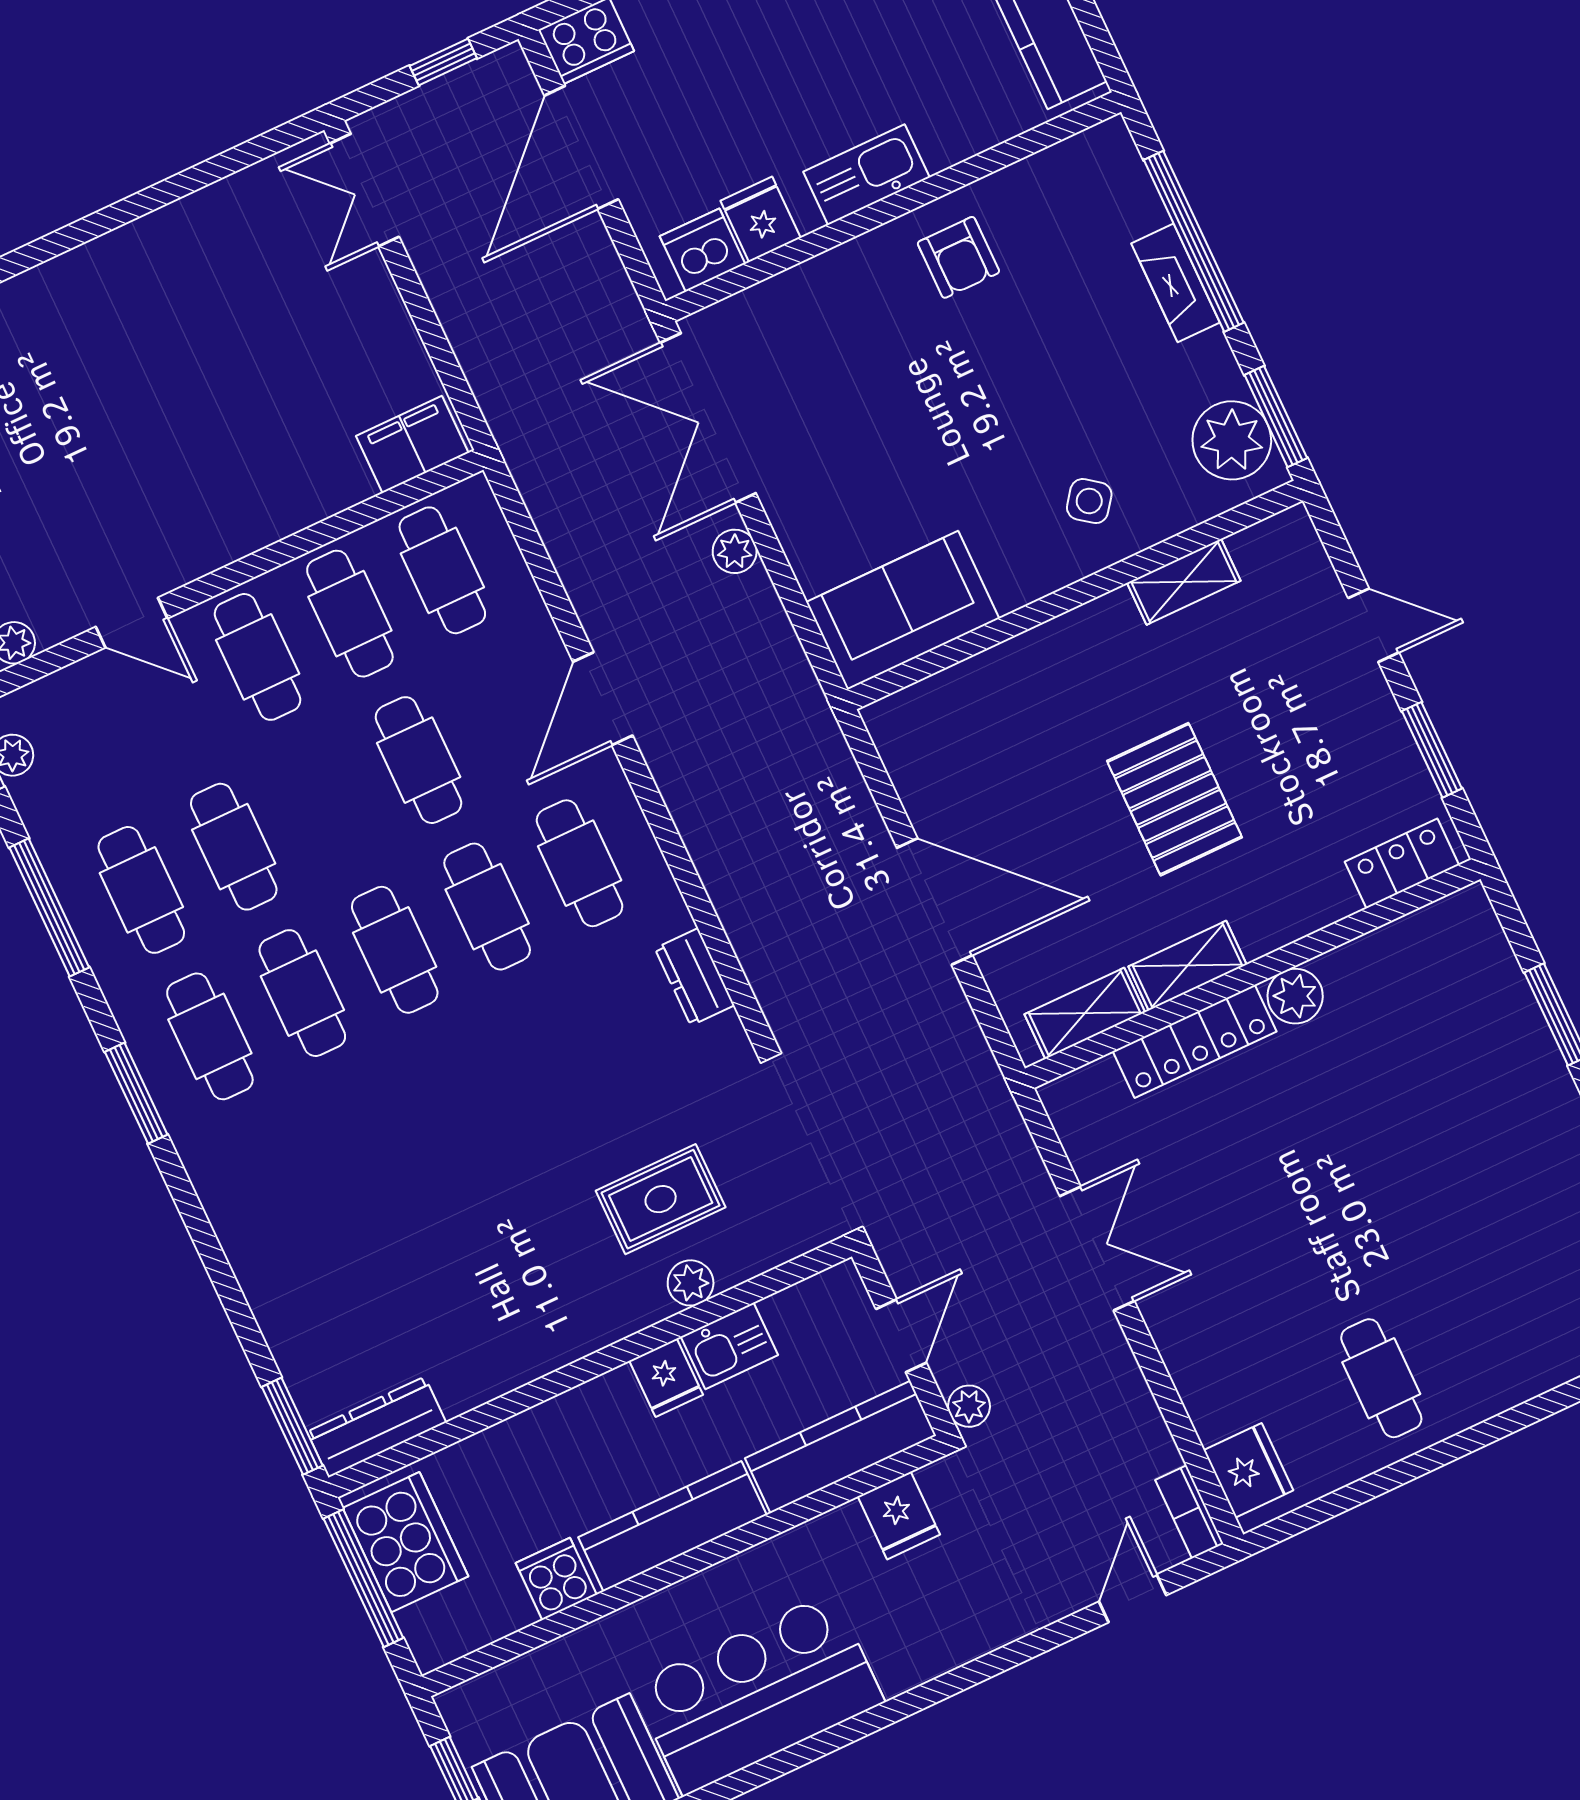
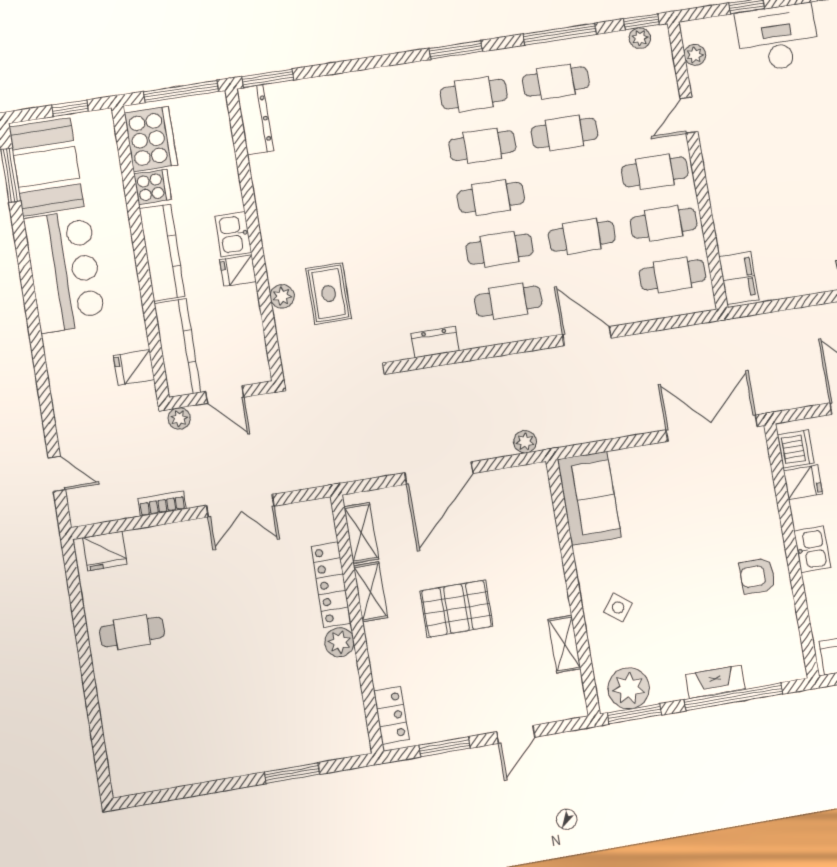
kitchen sink: (866, 175) -> (812, 549), width x0.73
plant: (735, 551) -> (525, 442), moved
kitchen sink: (729, 1346) -> (233, 234), moved
bookcase: (1189, 1512) -> (162, 504), moved
cooker: (405, 1542) -> (151, 139), moved, turned -90

